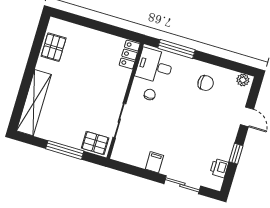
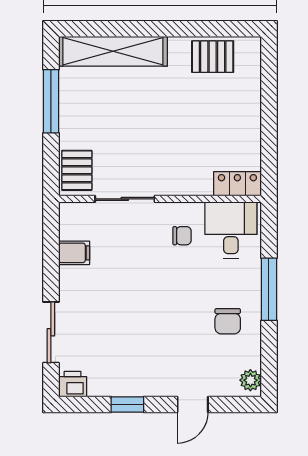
window: (176, 49) -> (269, 289), moved
window: (65, 150) -> (51, 101), moved
filing cabinet: (154, 162) -> (74, 253), moved
printer: (219, 168) -> (73, 384), moved

